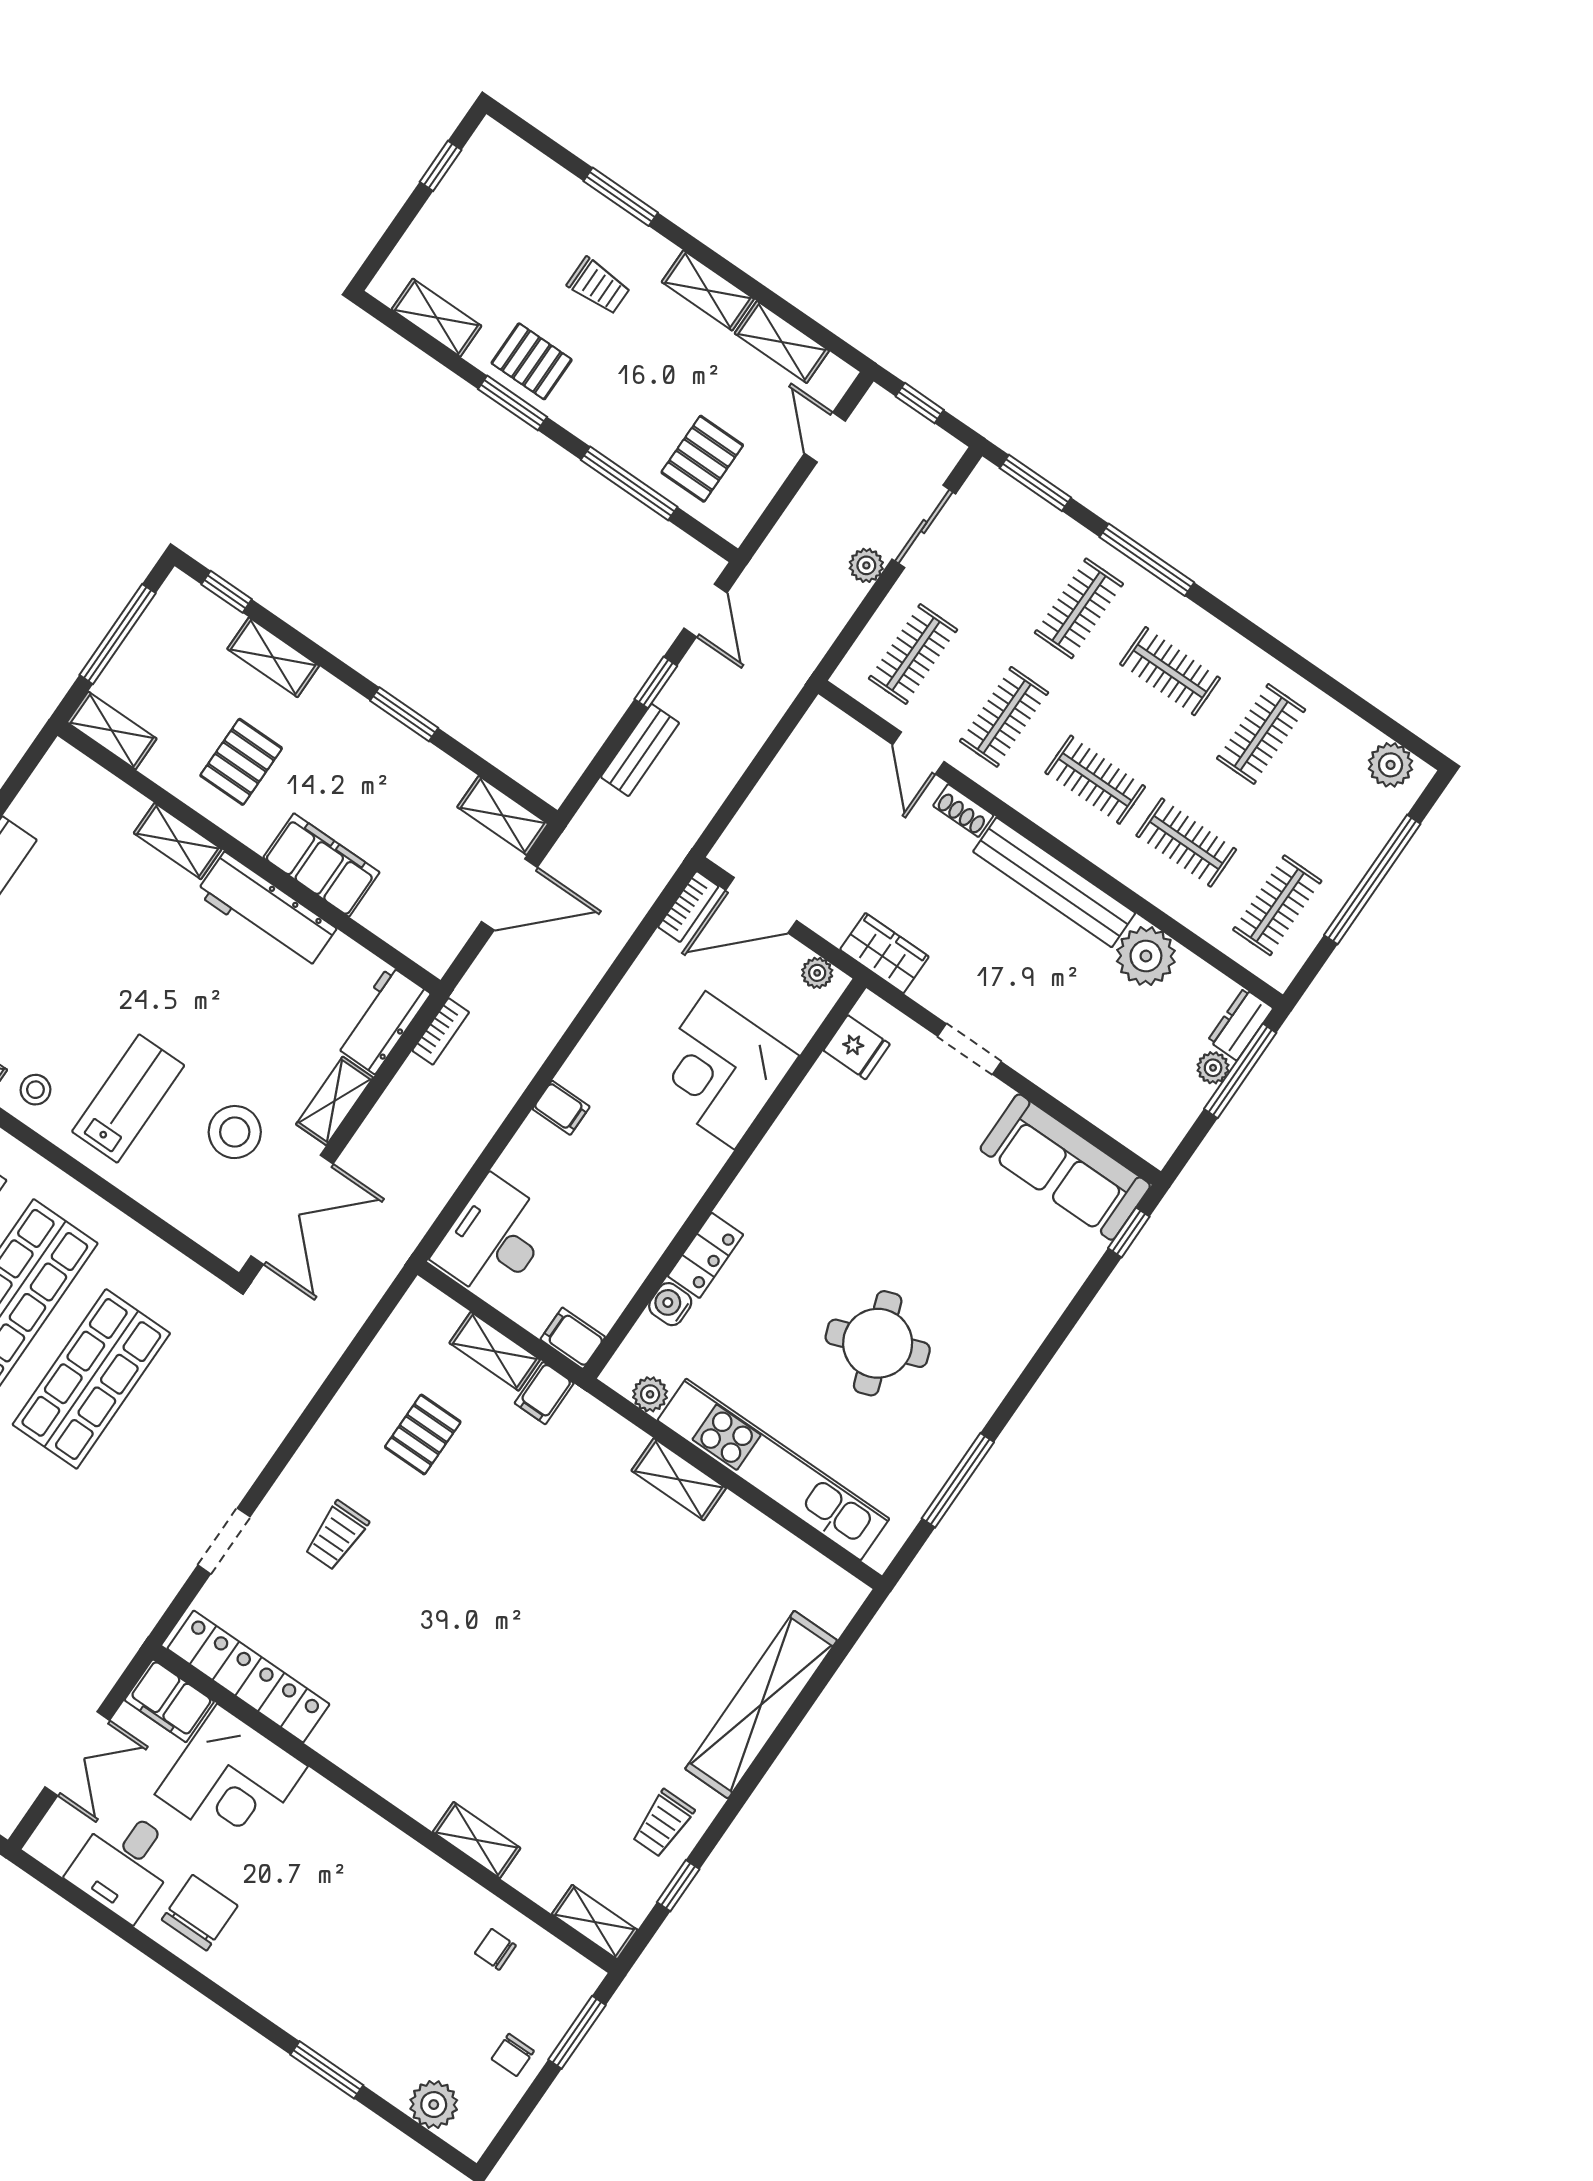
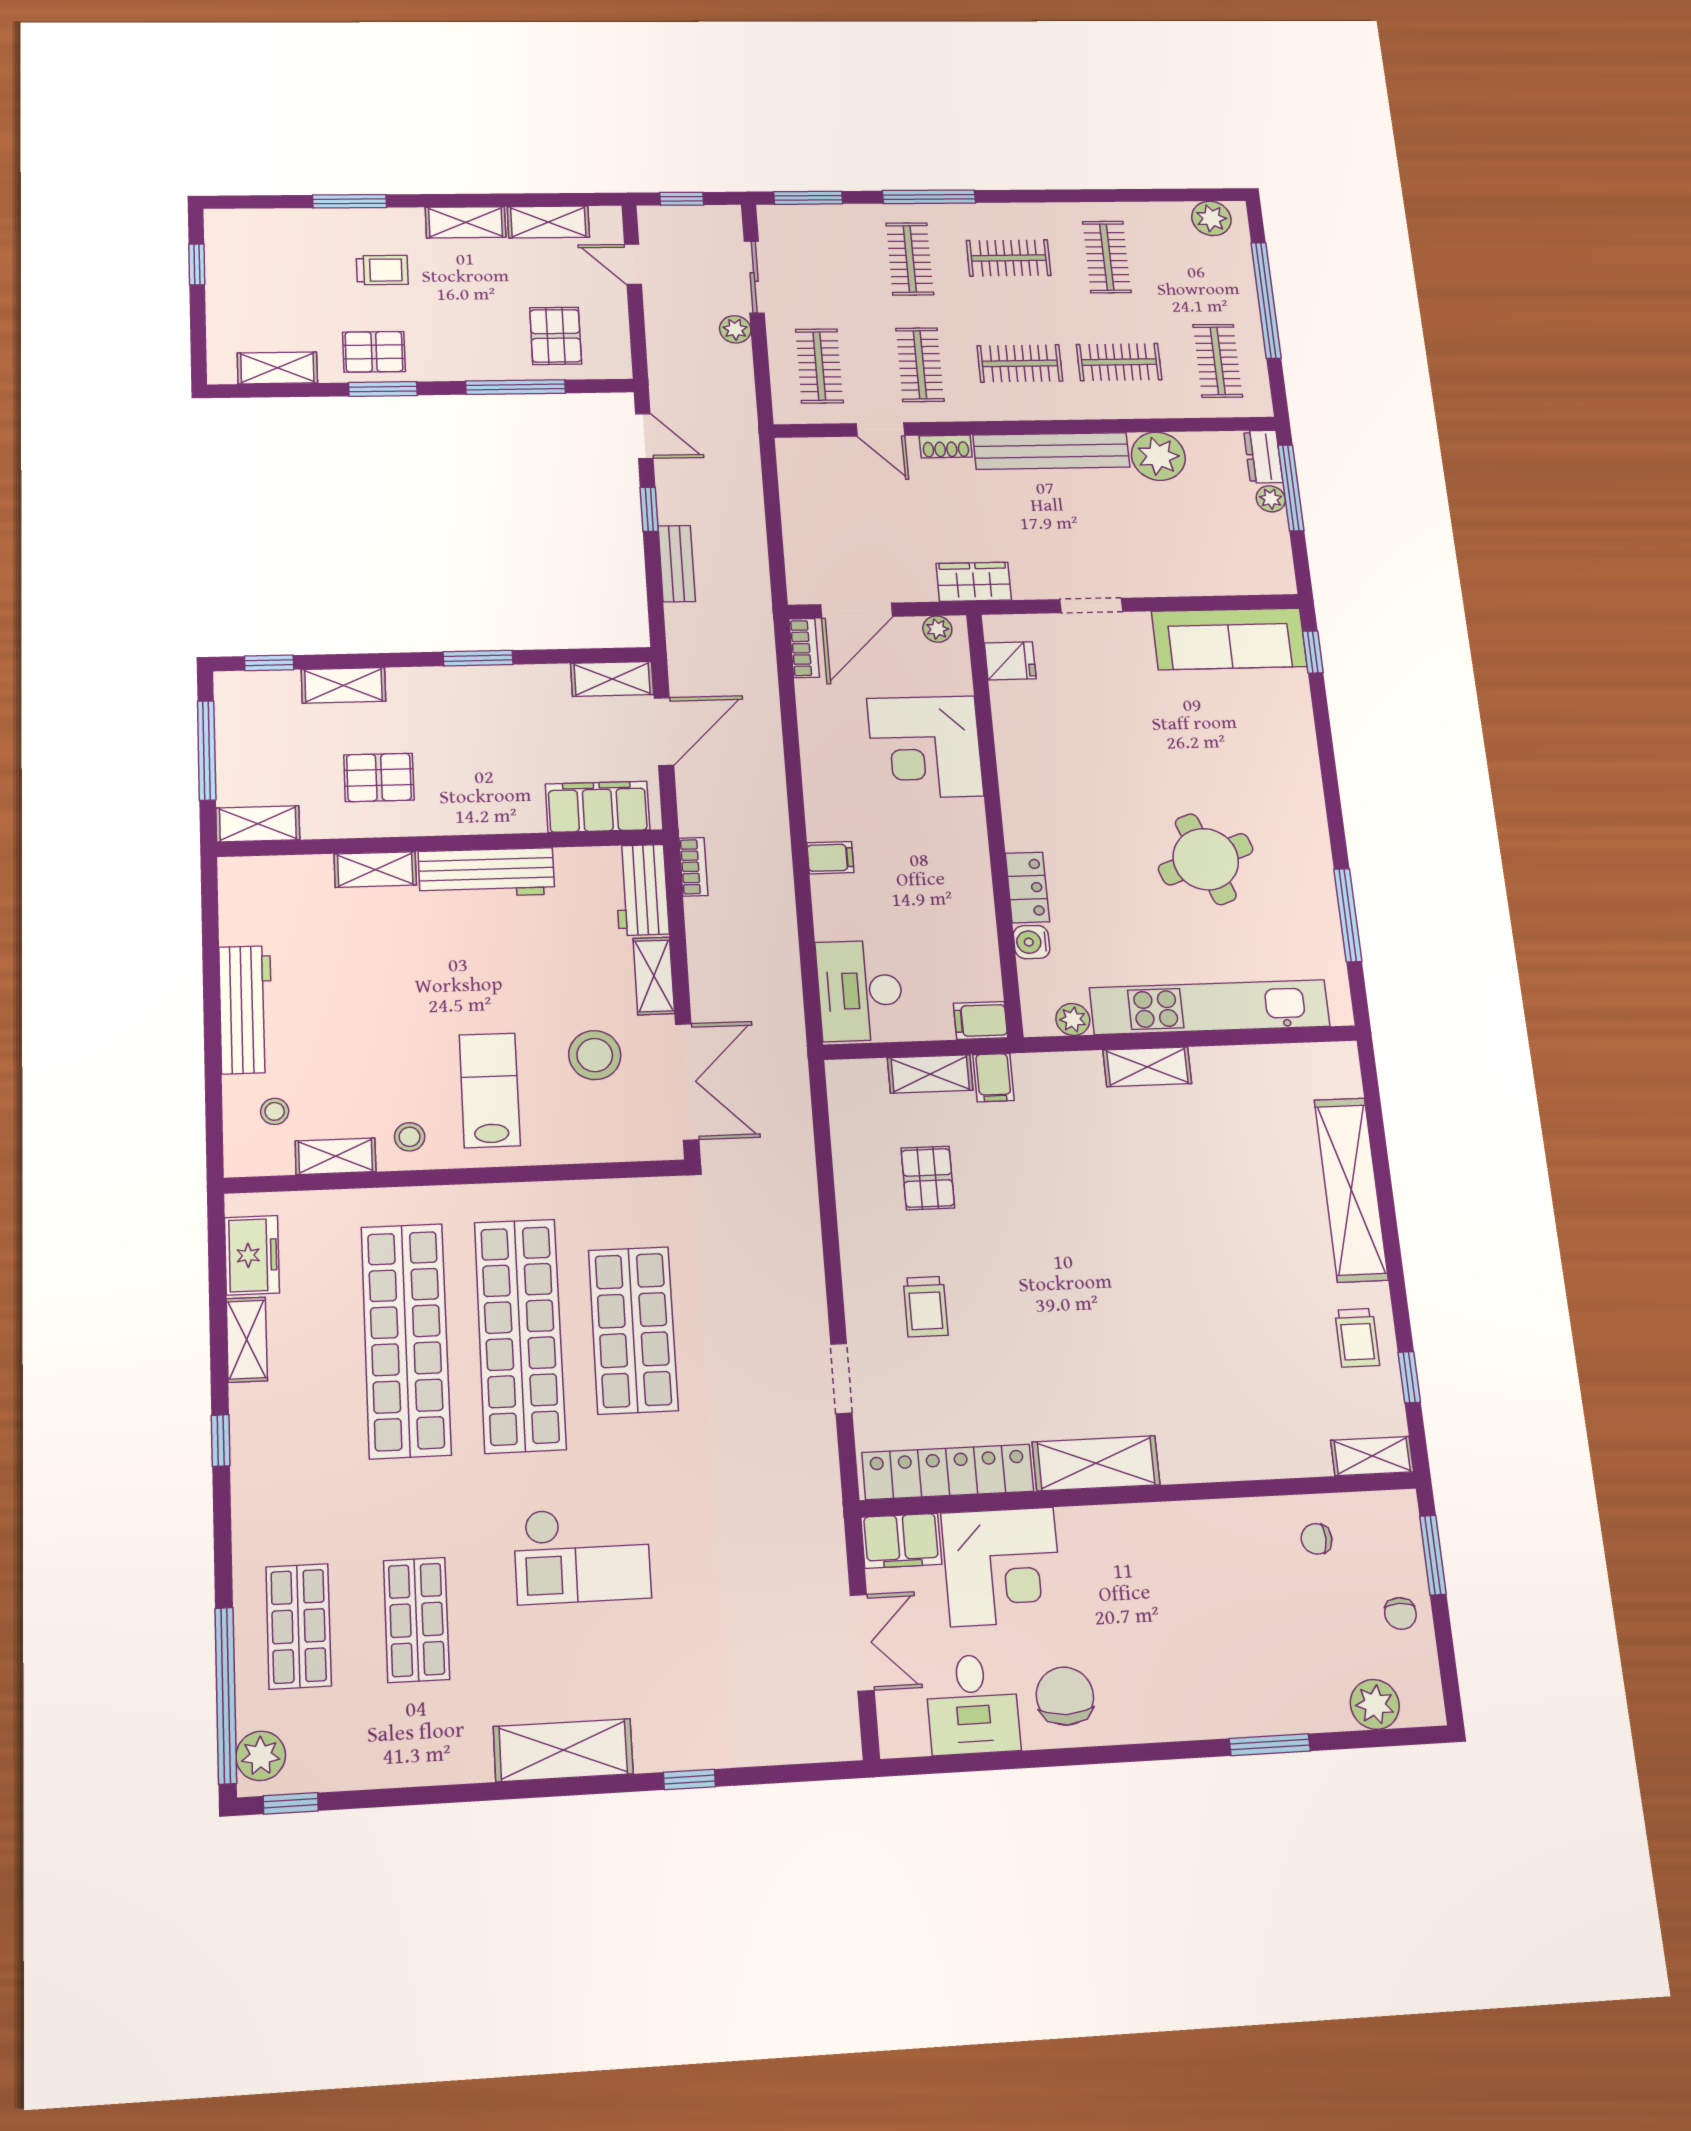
pallet: (241, 762) -> (379, 777), turned 90
filing cabinet: (321, 865) -> (598, 807), moved
shelving: (477, 1840) -> (1096, 1463), moved, width x1.50, depth x1.33

